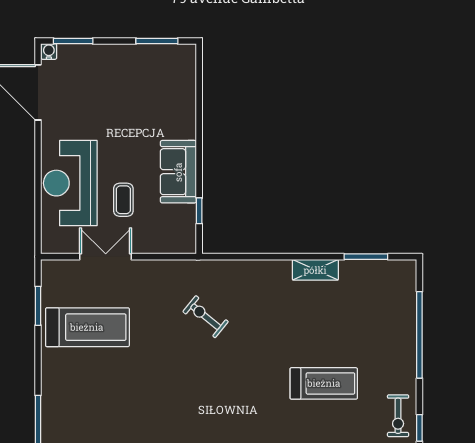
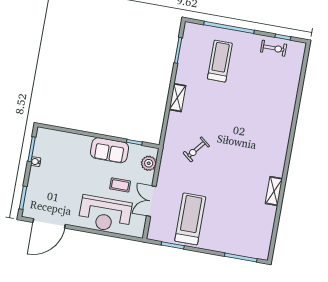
water cooler: (49, 51) -> (36, 162), moved
plant: (168, 241) -> (149, 163), added
shelving: (315, 270) -> (178, 98), moved
treadmill: (324, 383) -> (220, 61), moved

